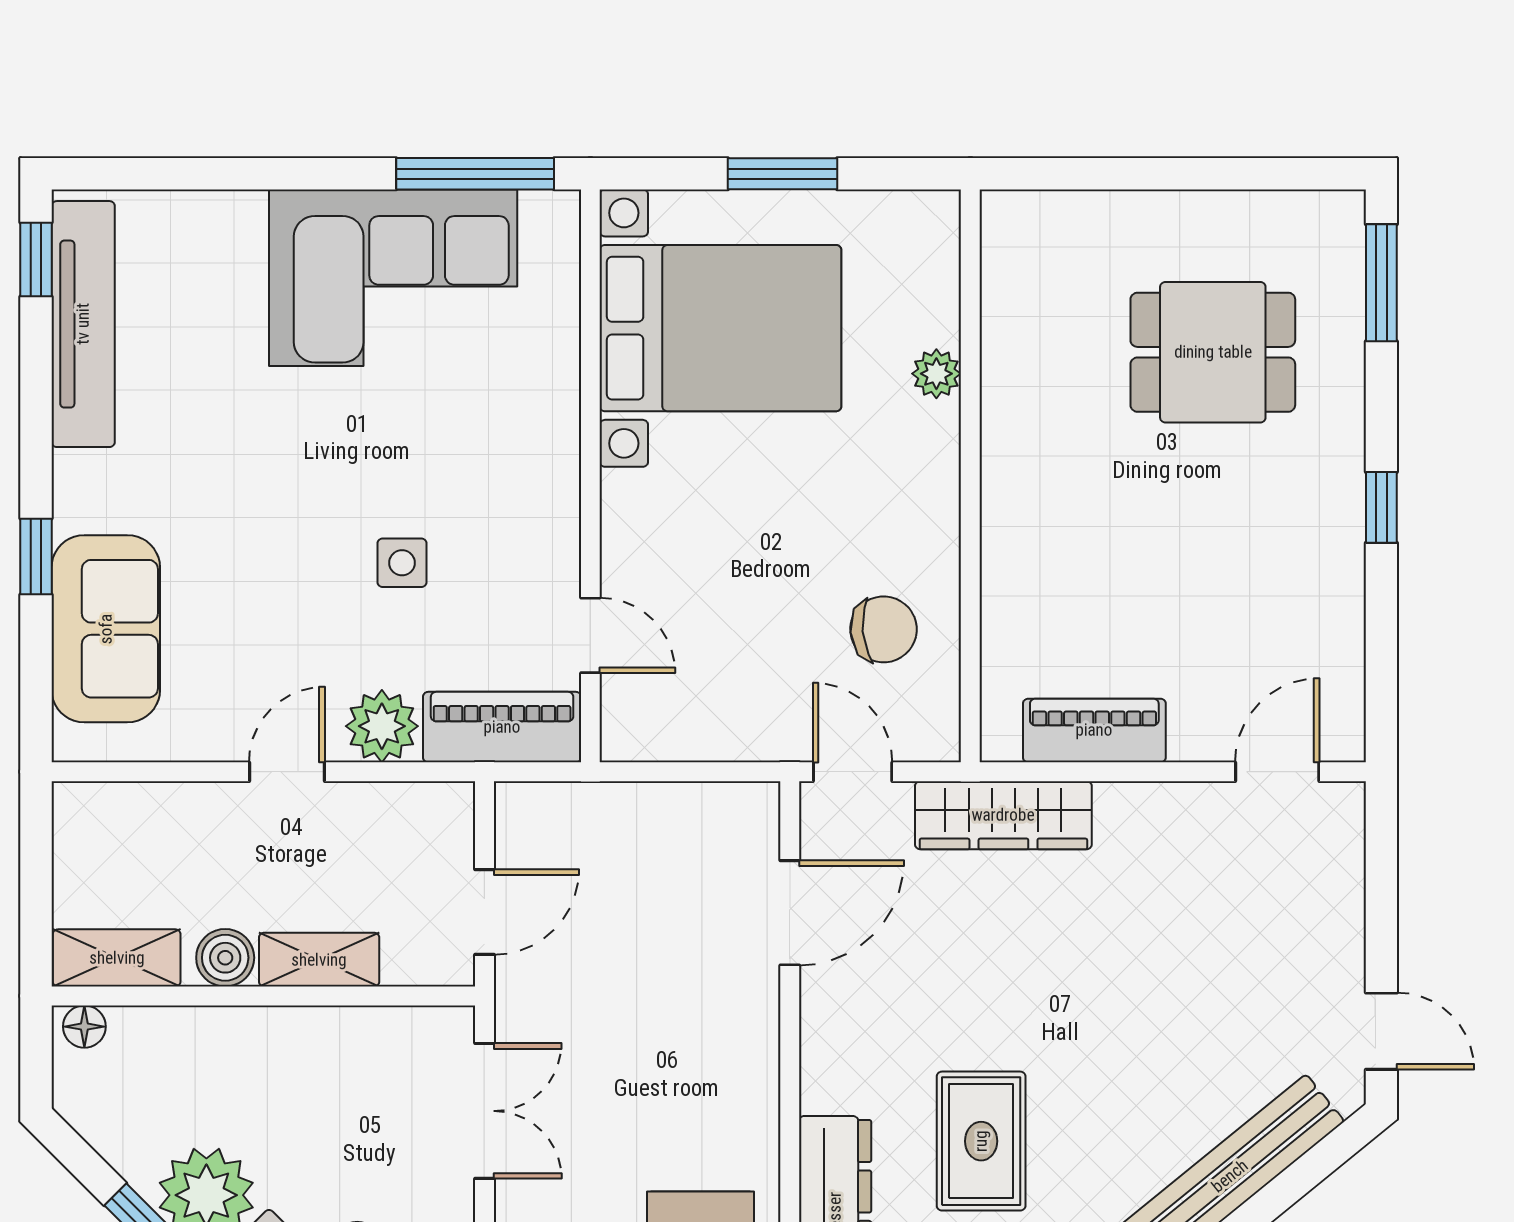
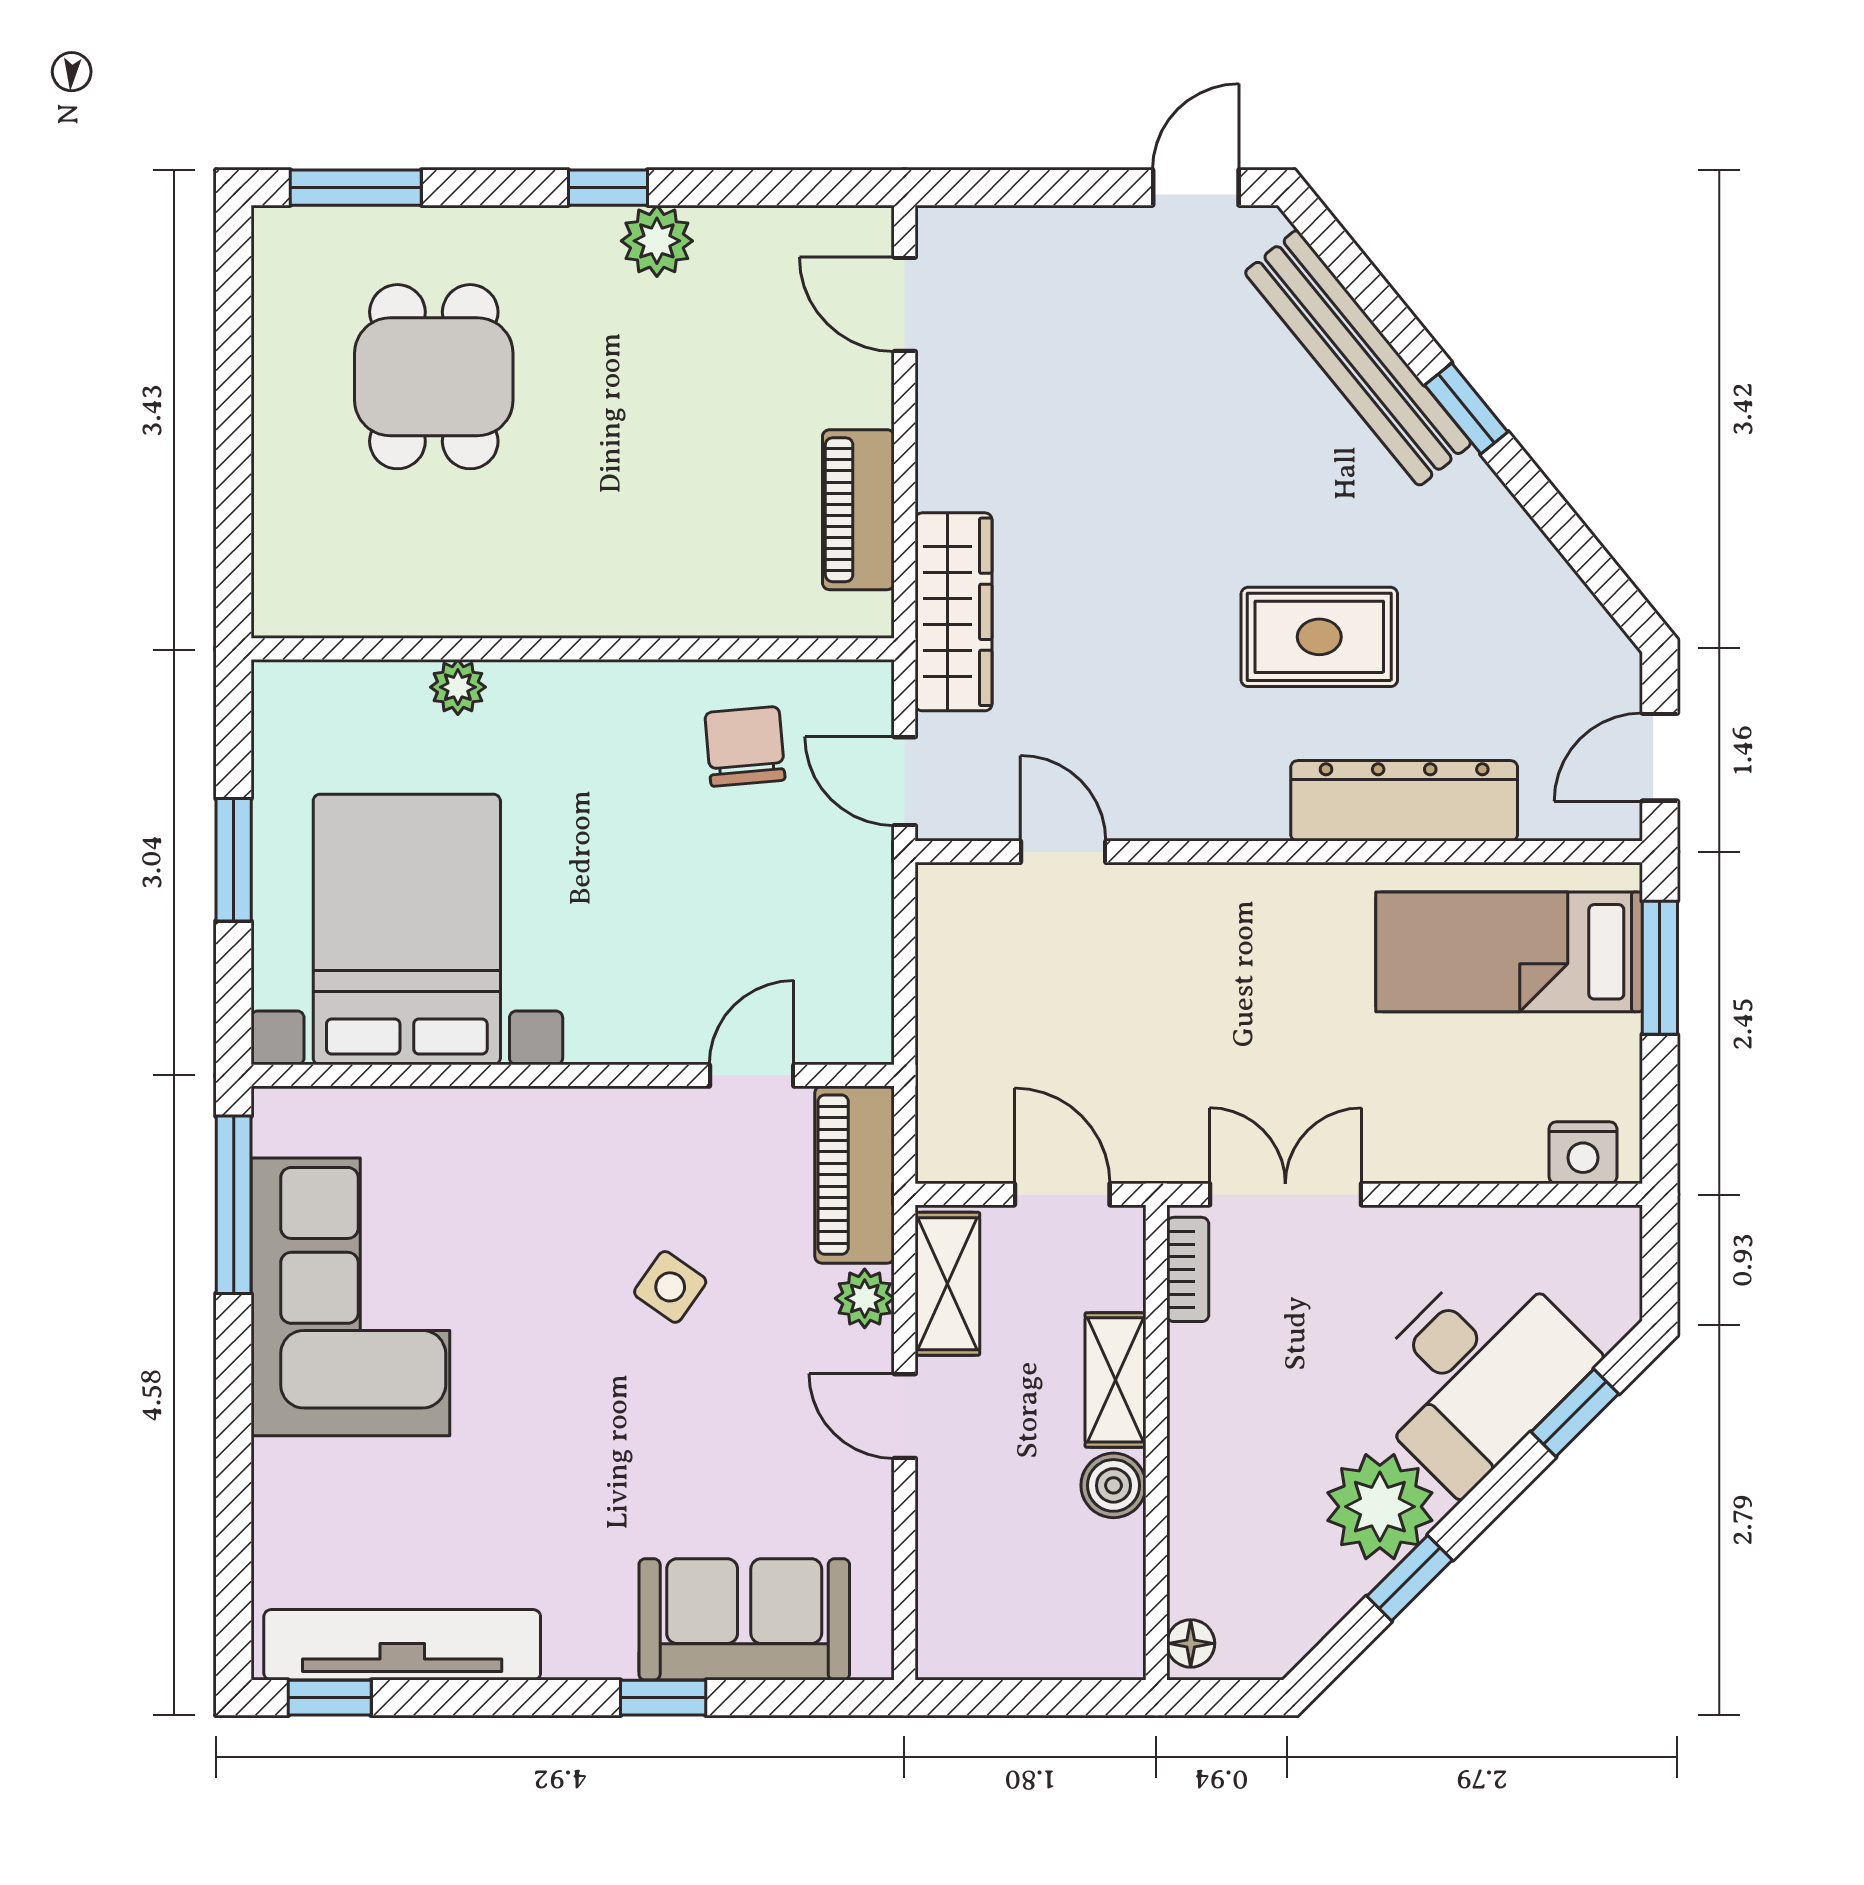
plant: (1334, 551) -> (657, 241), added
side table: (402, 563) -> (670, 1287), turned 35
plant: (382, 726) -> (865, 1298), width x0.73, depth x0.73
door: (853, 772) -> (905, 781), hinge flipped
door: (790, 913) -> (1063, 852), width x0.73
shelving: (117, 958) -> (947, 1284), moved
bookcase: (418, 1024) -> (1188, 1269), added

